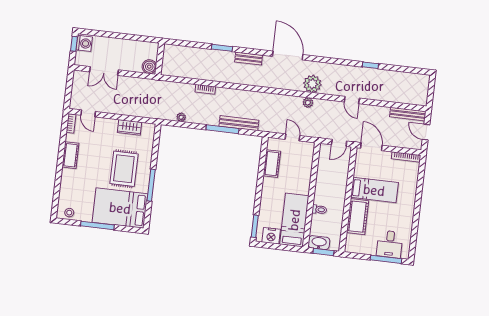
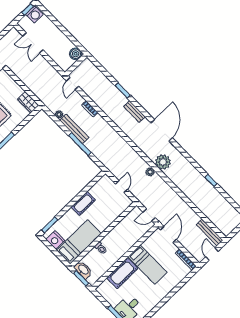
boiler: (149, 67) -> (76, 54), moved
door: (352, 100) -> (73, 84), moved
bench: (239, 123) -> (74, 129), moved
wardrobe: (130, 127) -> (28, 102), moved
cot: (272, 164) -> (83, 203), moved

